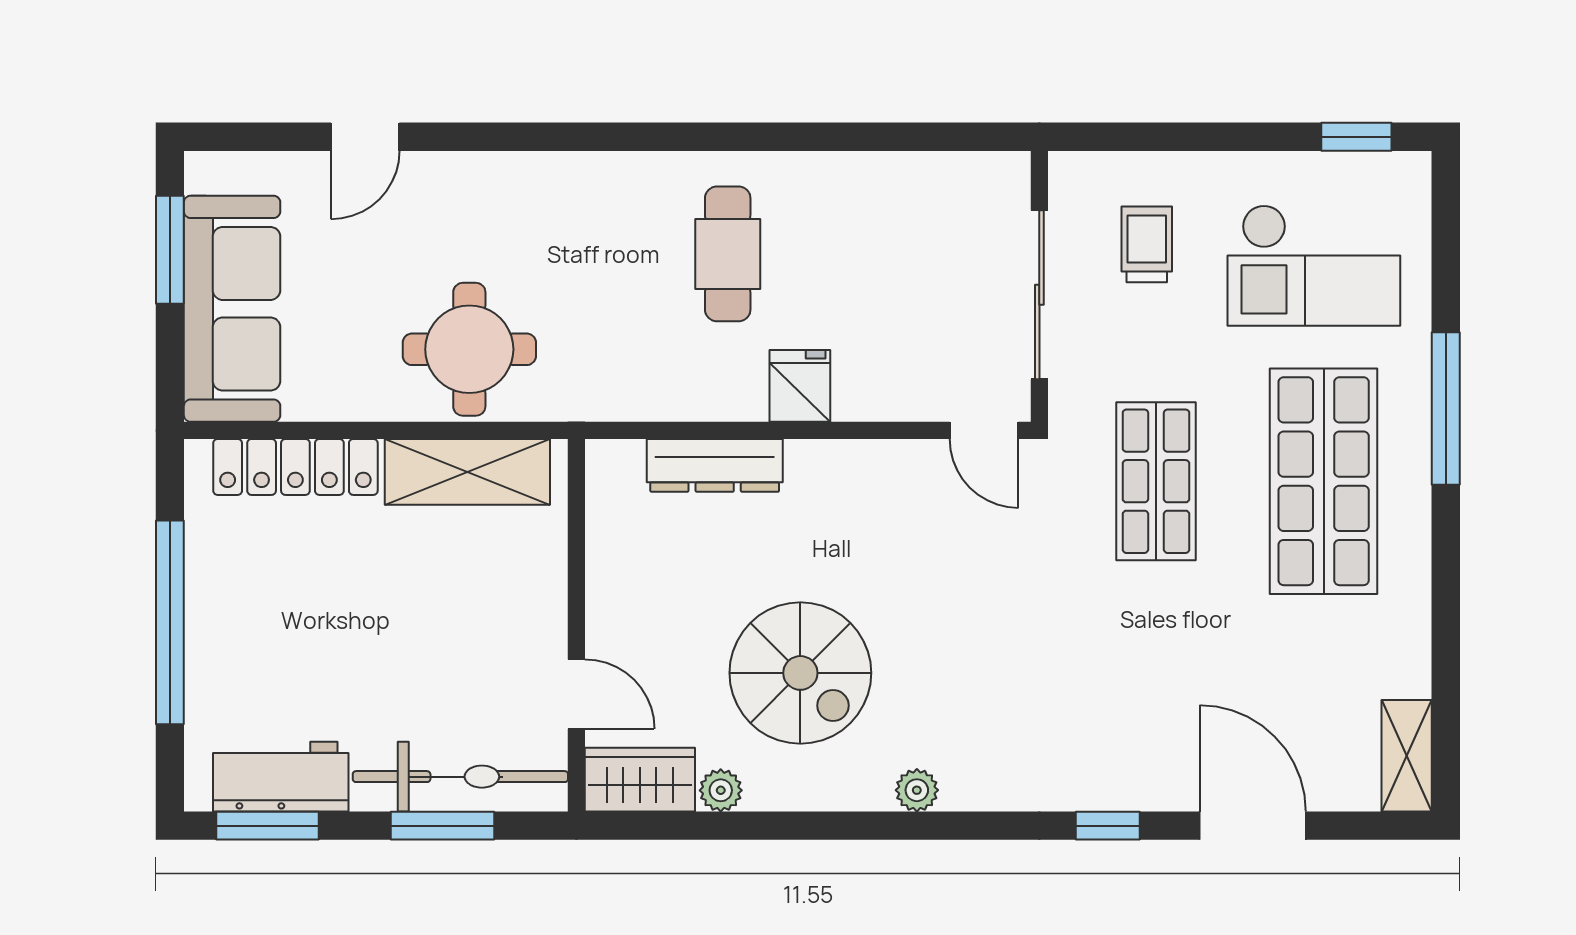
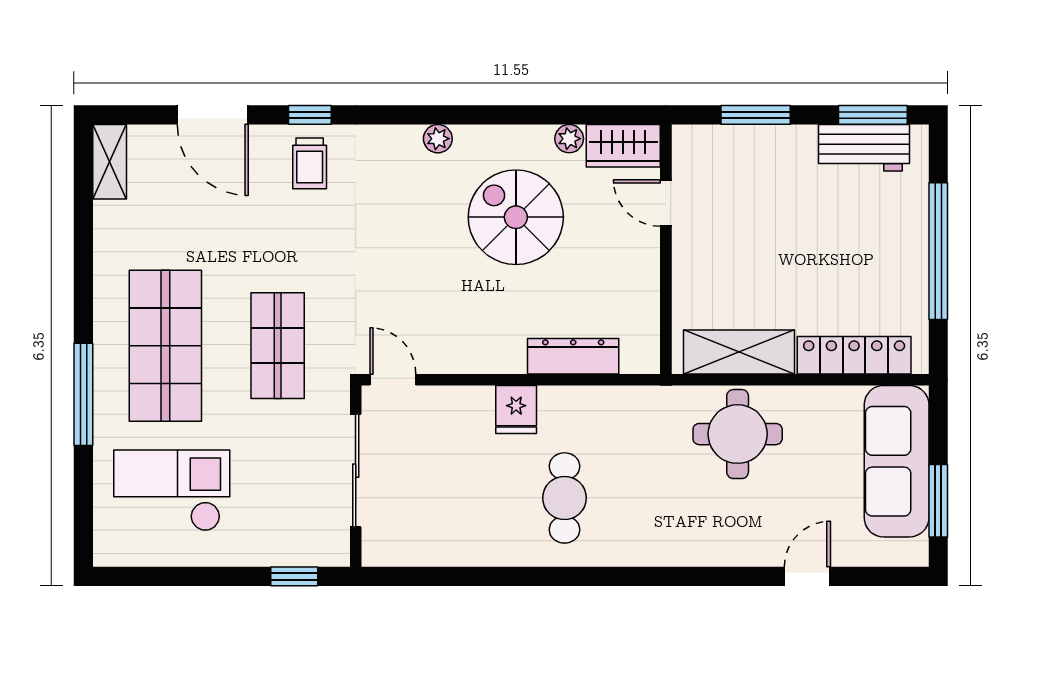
window: (1356, 137) -> (294, 576), moved
trolley: (1147, 244) -> (310, 163), moved
bicycle: (460, 777) -> (744, 148), removed

